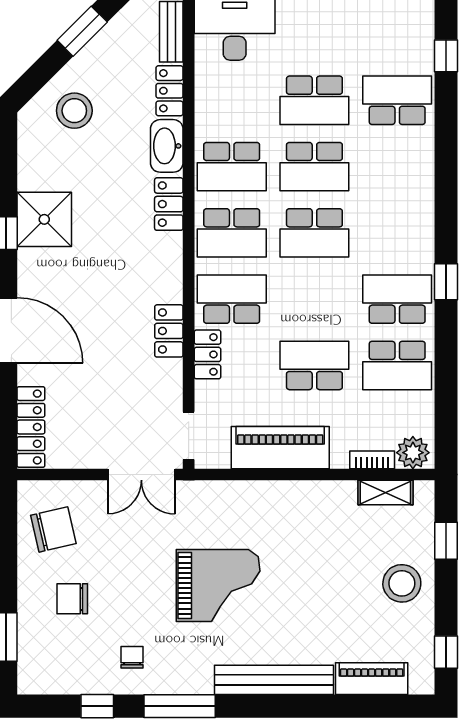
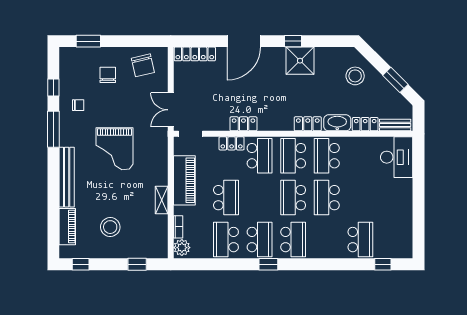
school desk: (314, 100) -> (293, 240), moved, turned 180
shelving: (385, 493) -> (162, 200), moved
stool: (402, 583) -> (110, 227), moved

